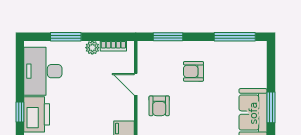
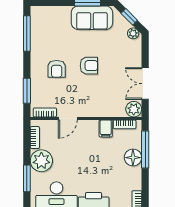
plant: (92, 48) -> (41, 161), width x1.88, depth x1.88
bookcase: (143, 58) -> (45, 112), added
armchair: (159, 106) -> (89, 66), moved

